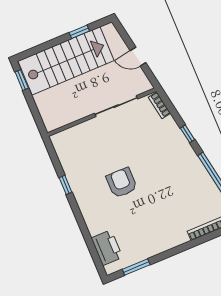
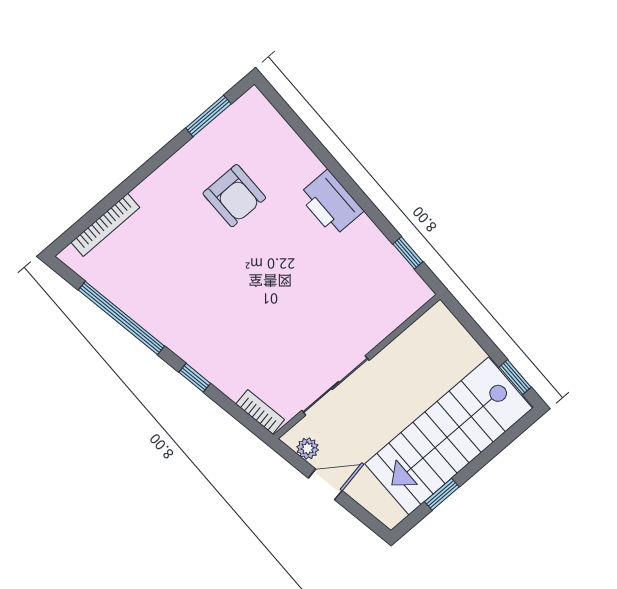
plant: (141, 78) -> (308, 448), added
armchair: (122, 183) -> (234, 196), moved
window: (66, 185) -> (408, 253), moved
printer: (107, 248) -> (331, 203), moved

